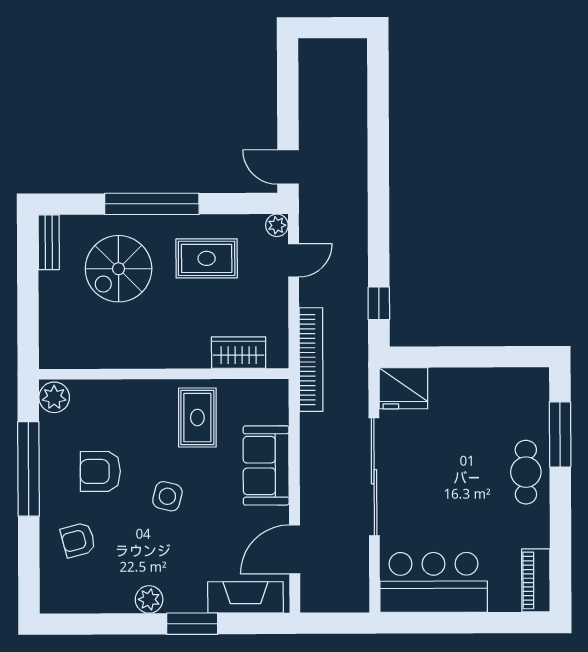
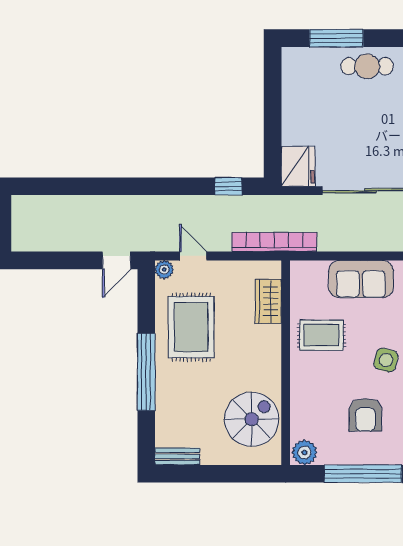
rug: (207, 258) -> (191, 327), width x1.36, depth x1.43
spiral stairs: (119, 269) -> (252, 419), moved, turned -90

